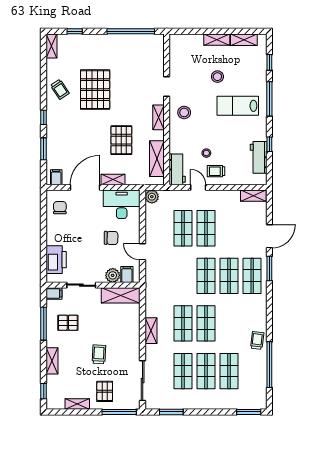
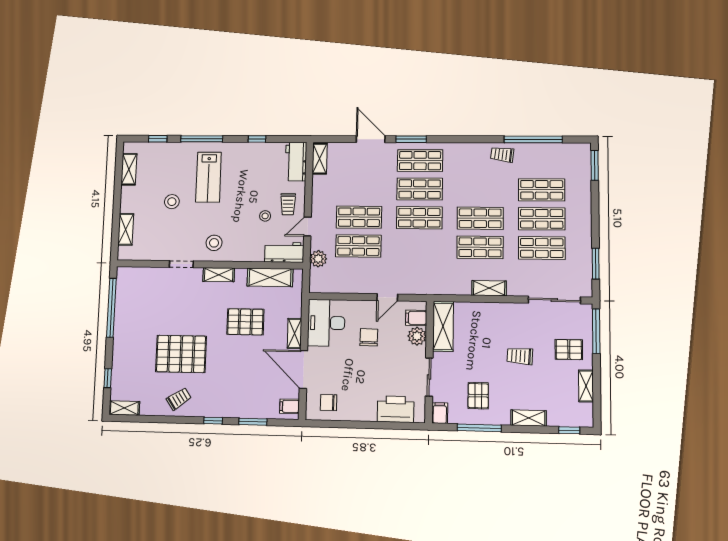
shelving: (217, 40) -> (126, 229), moved
workbench: (259, 157) -> (296, 162), moved, turned 90
plant: (152, 197) -> (318, 259), moved

